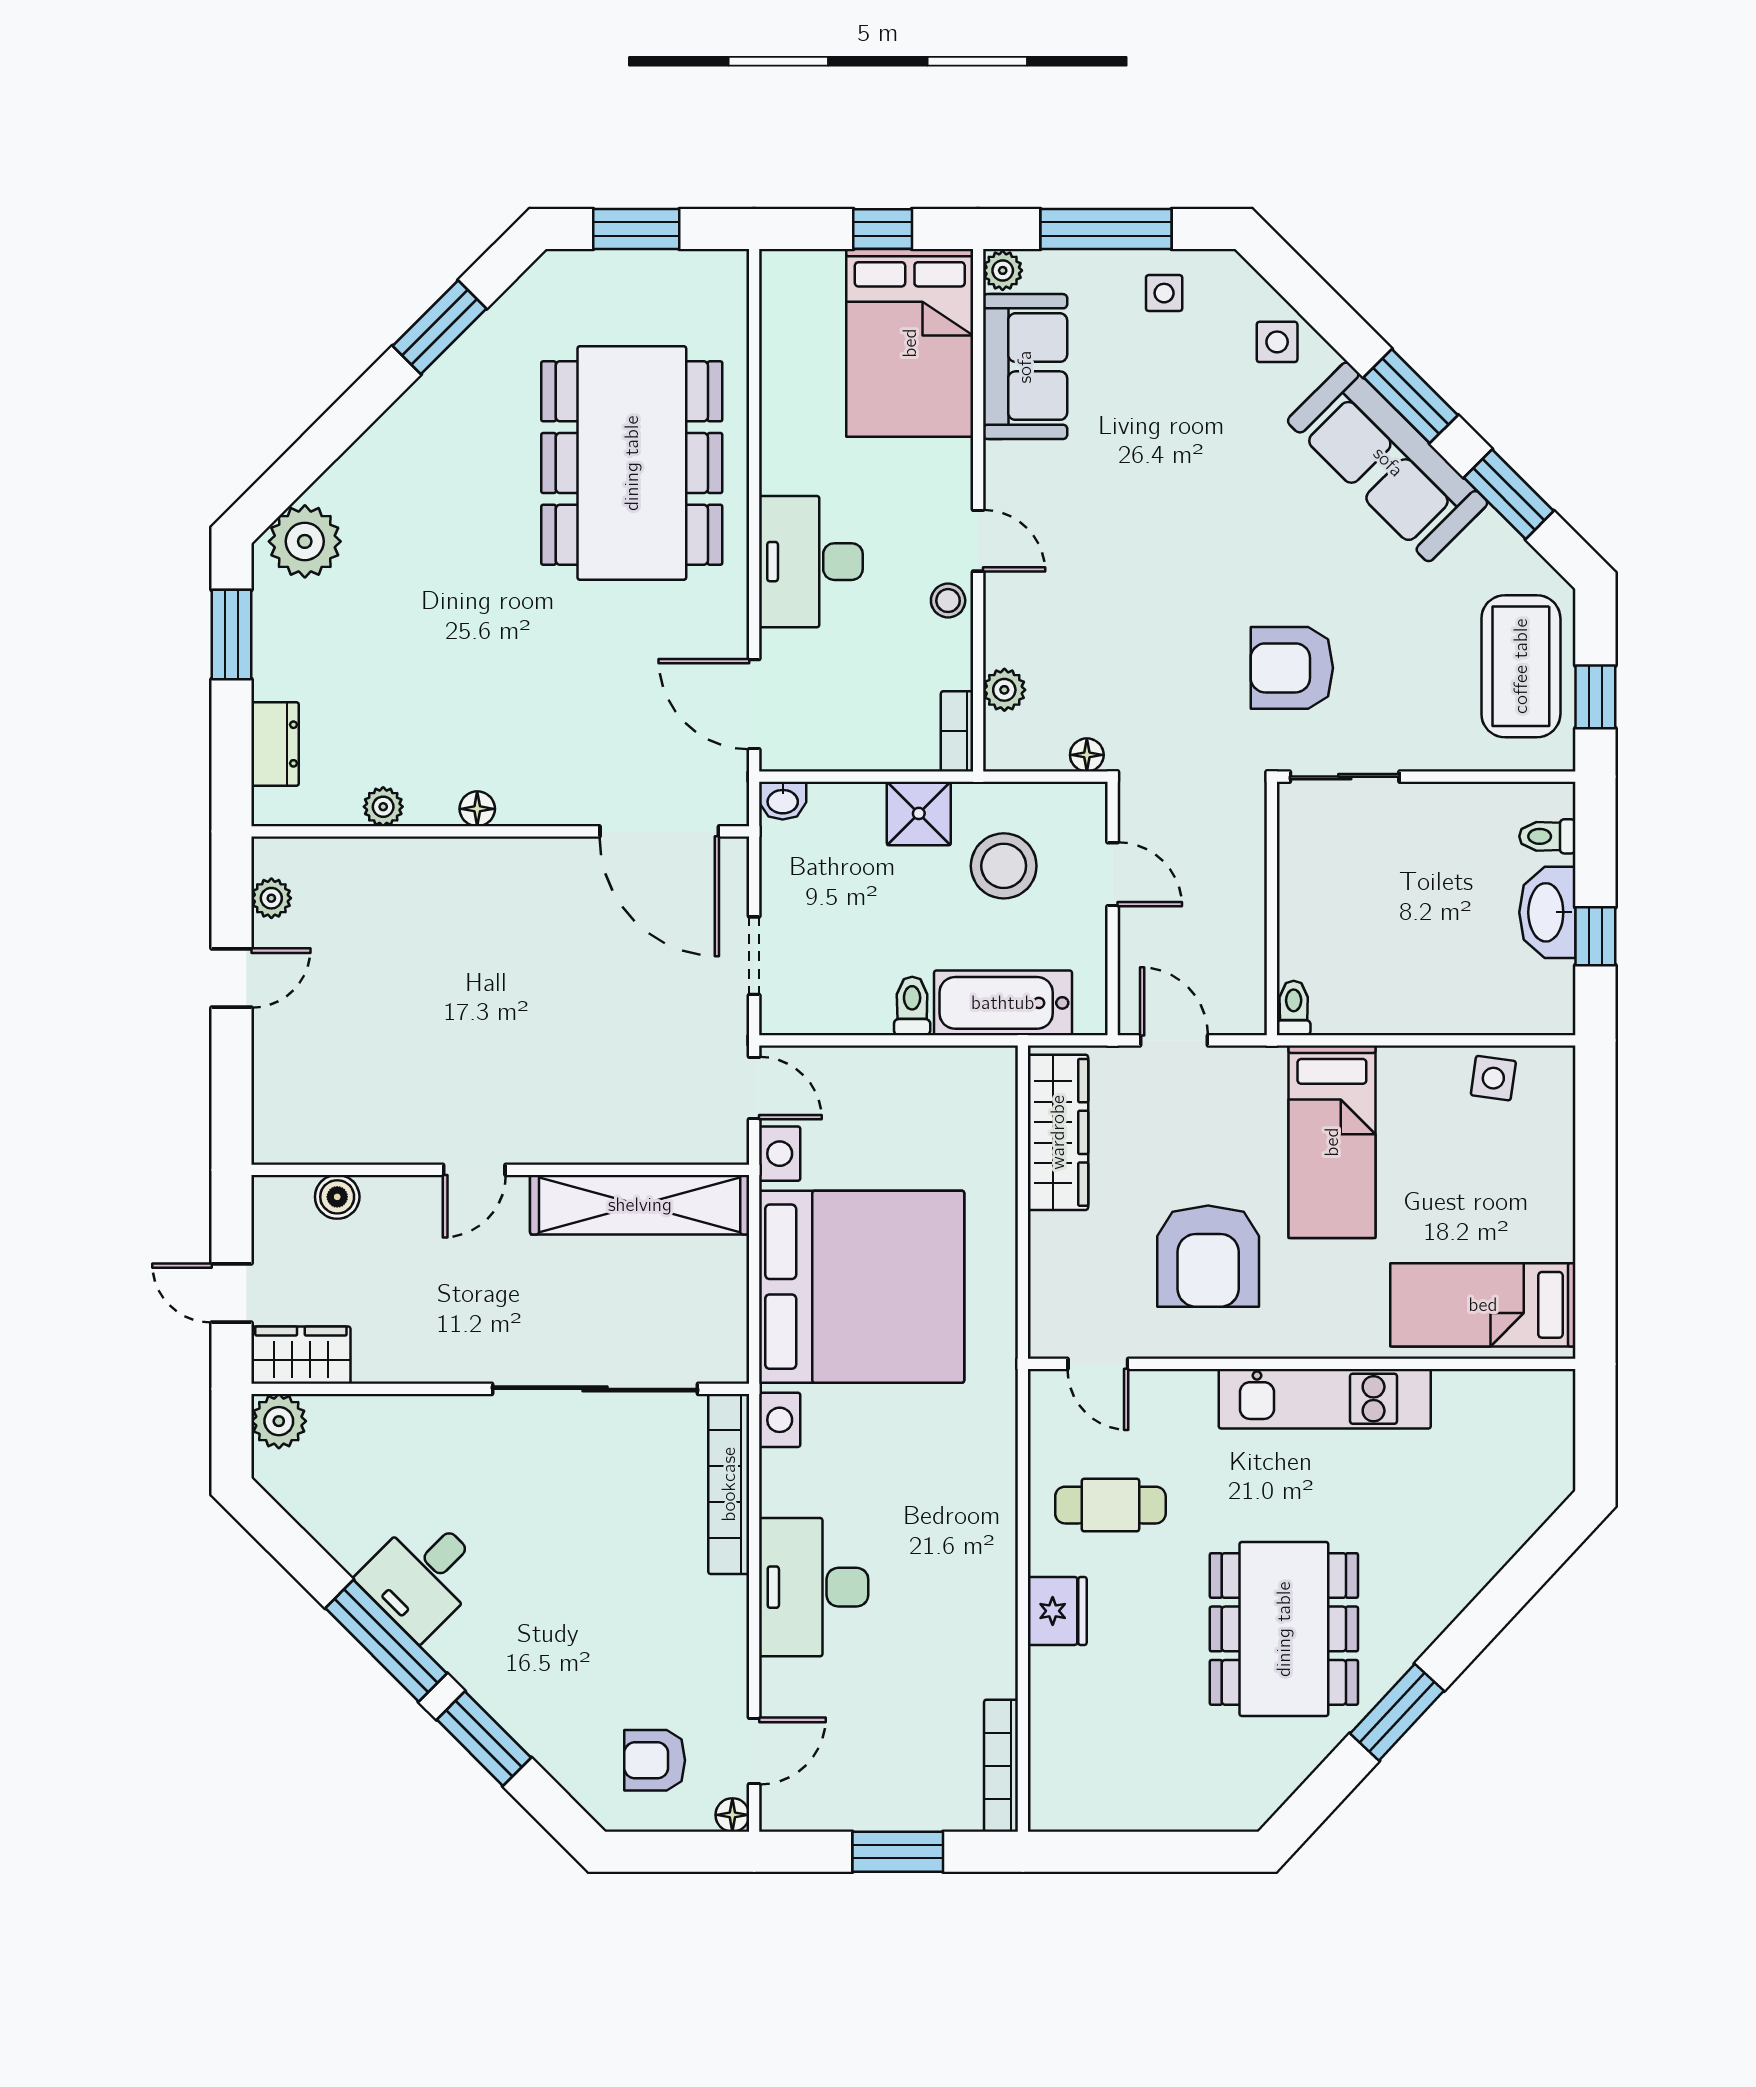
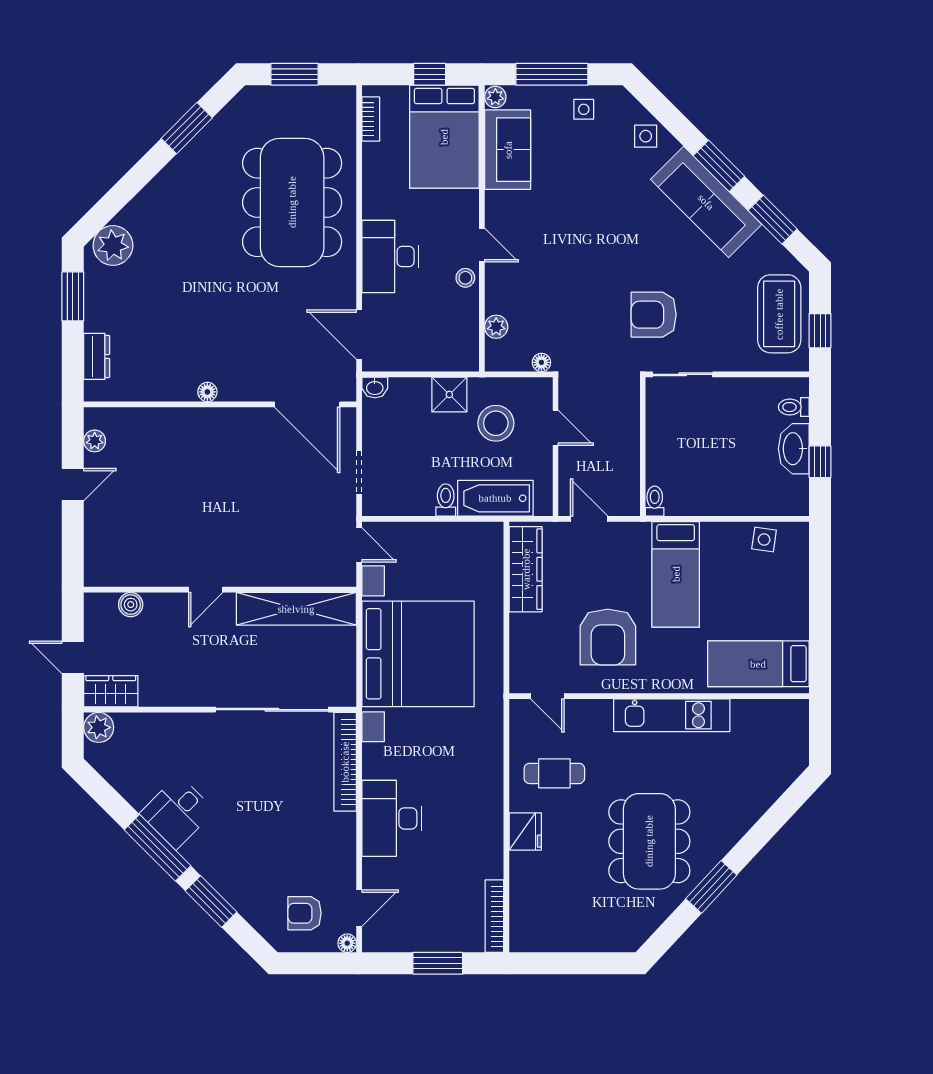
bookcase: (957, 731) -> (371, 119), moved, turned 180
plant: (383, 807) -> (156, 391), removed

